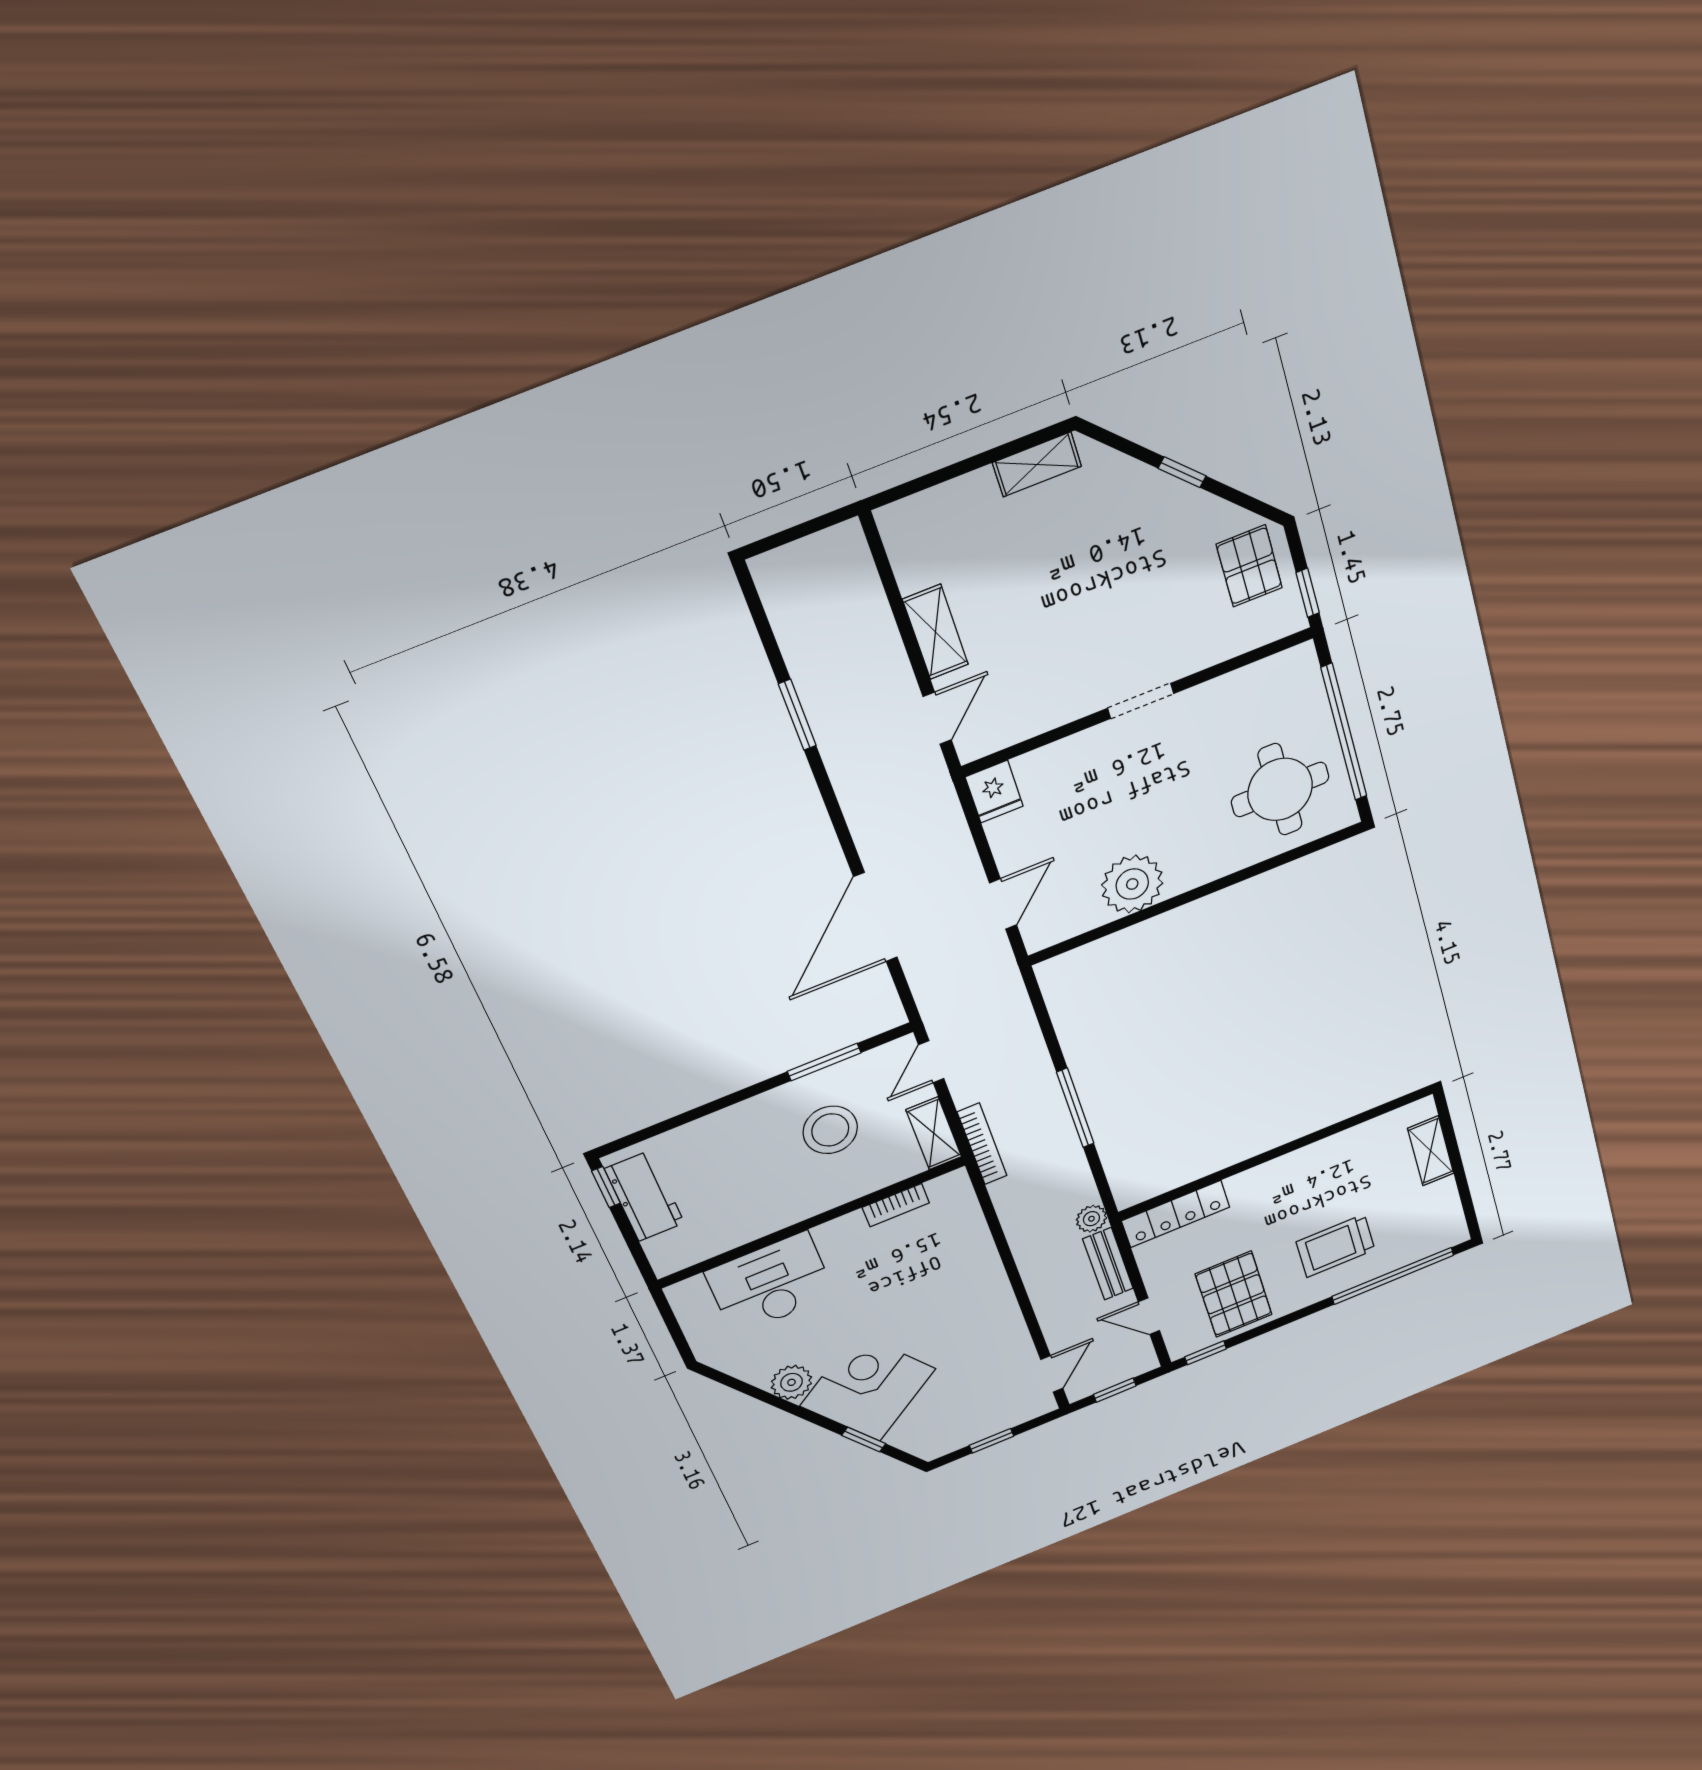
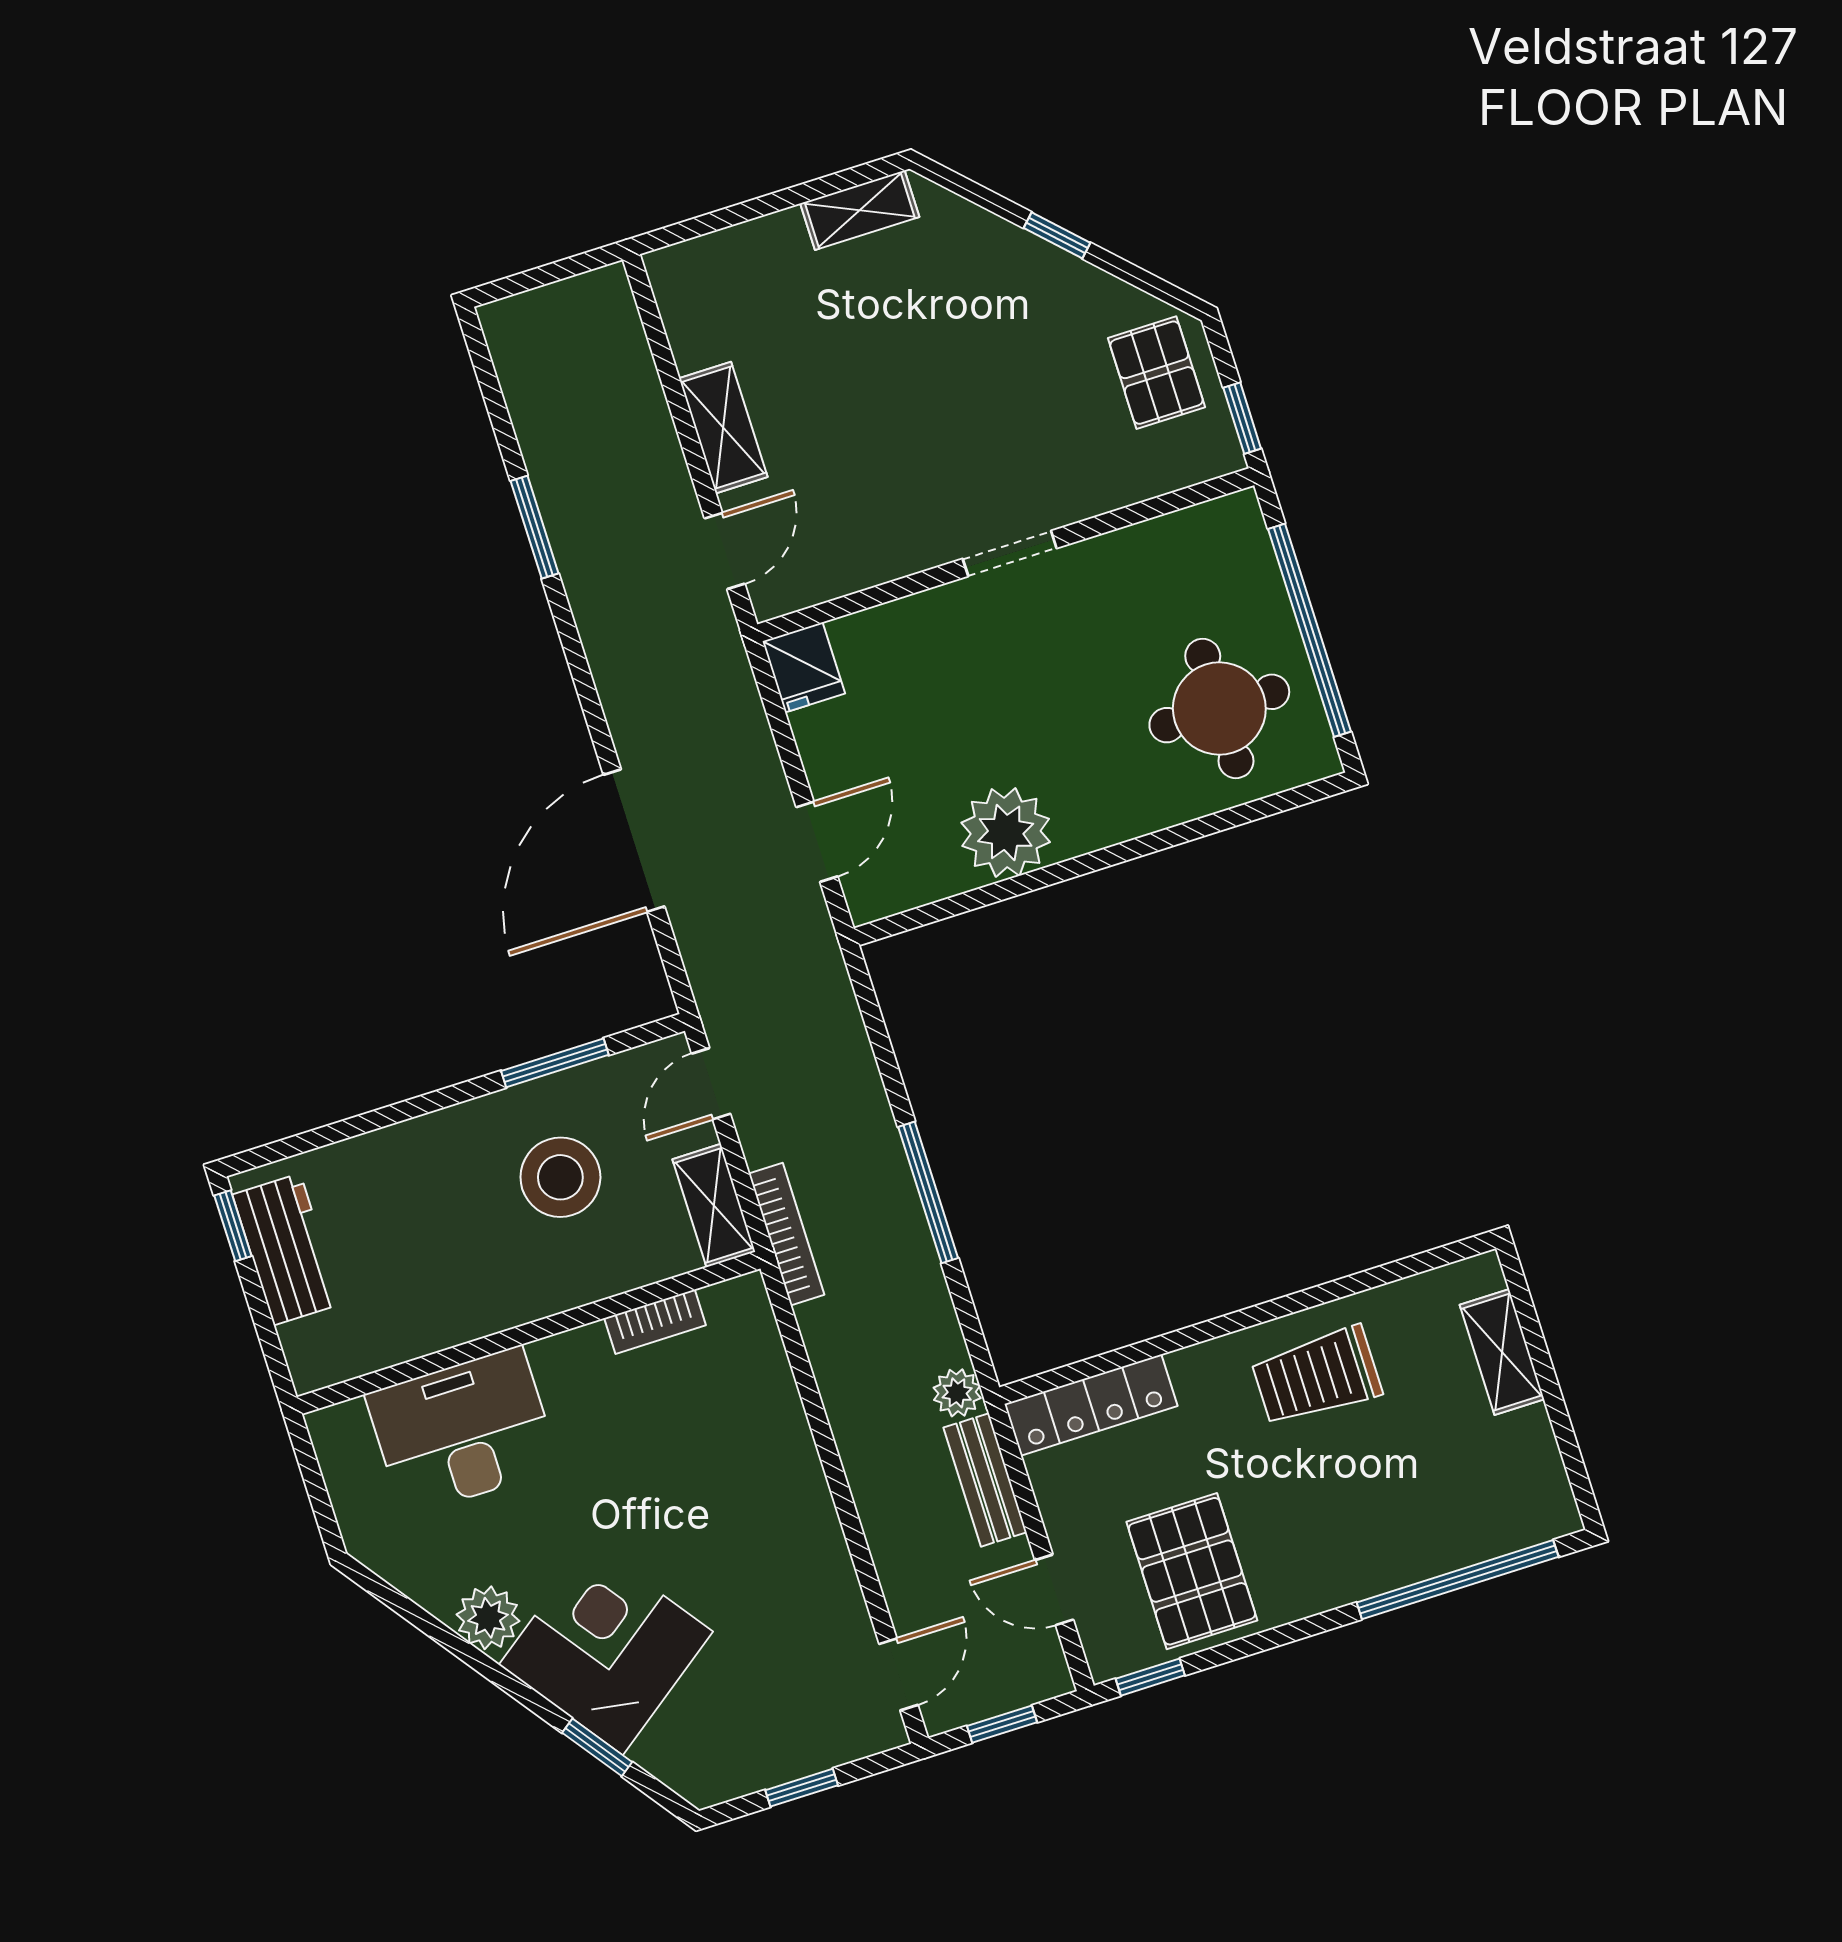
trolley: (1336, 1246) -> (1317, 1376), moved

